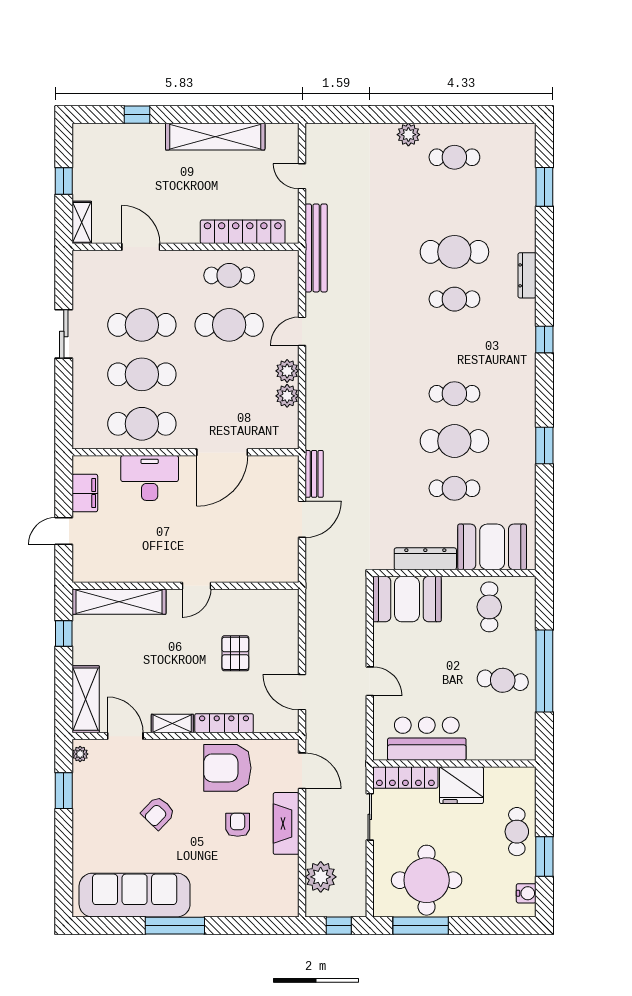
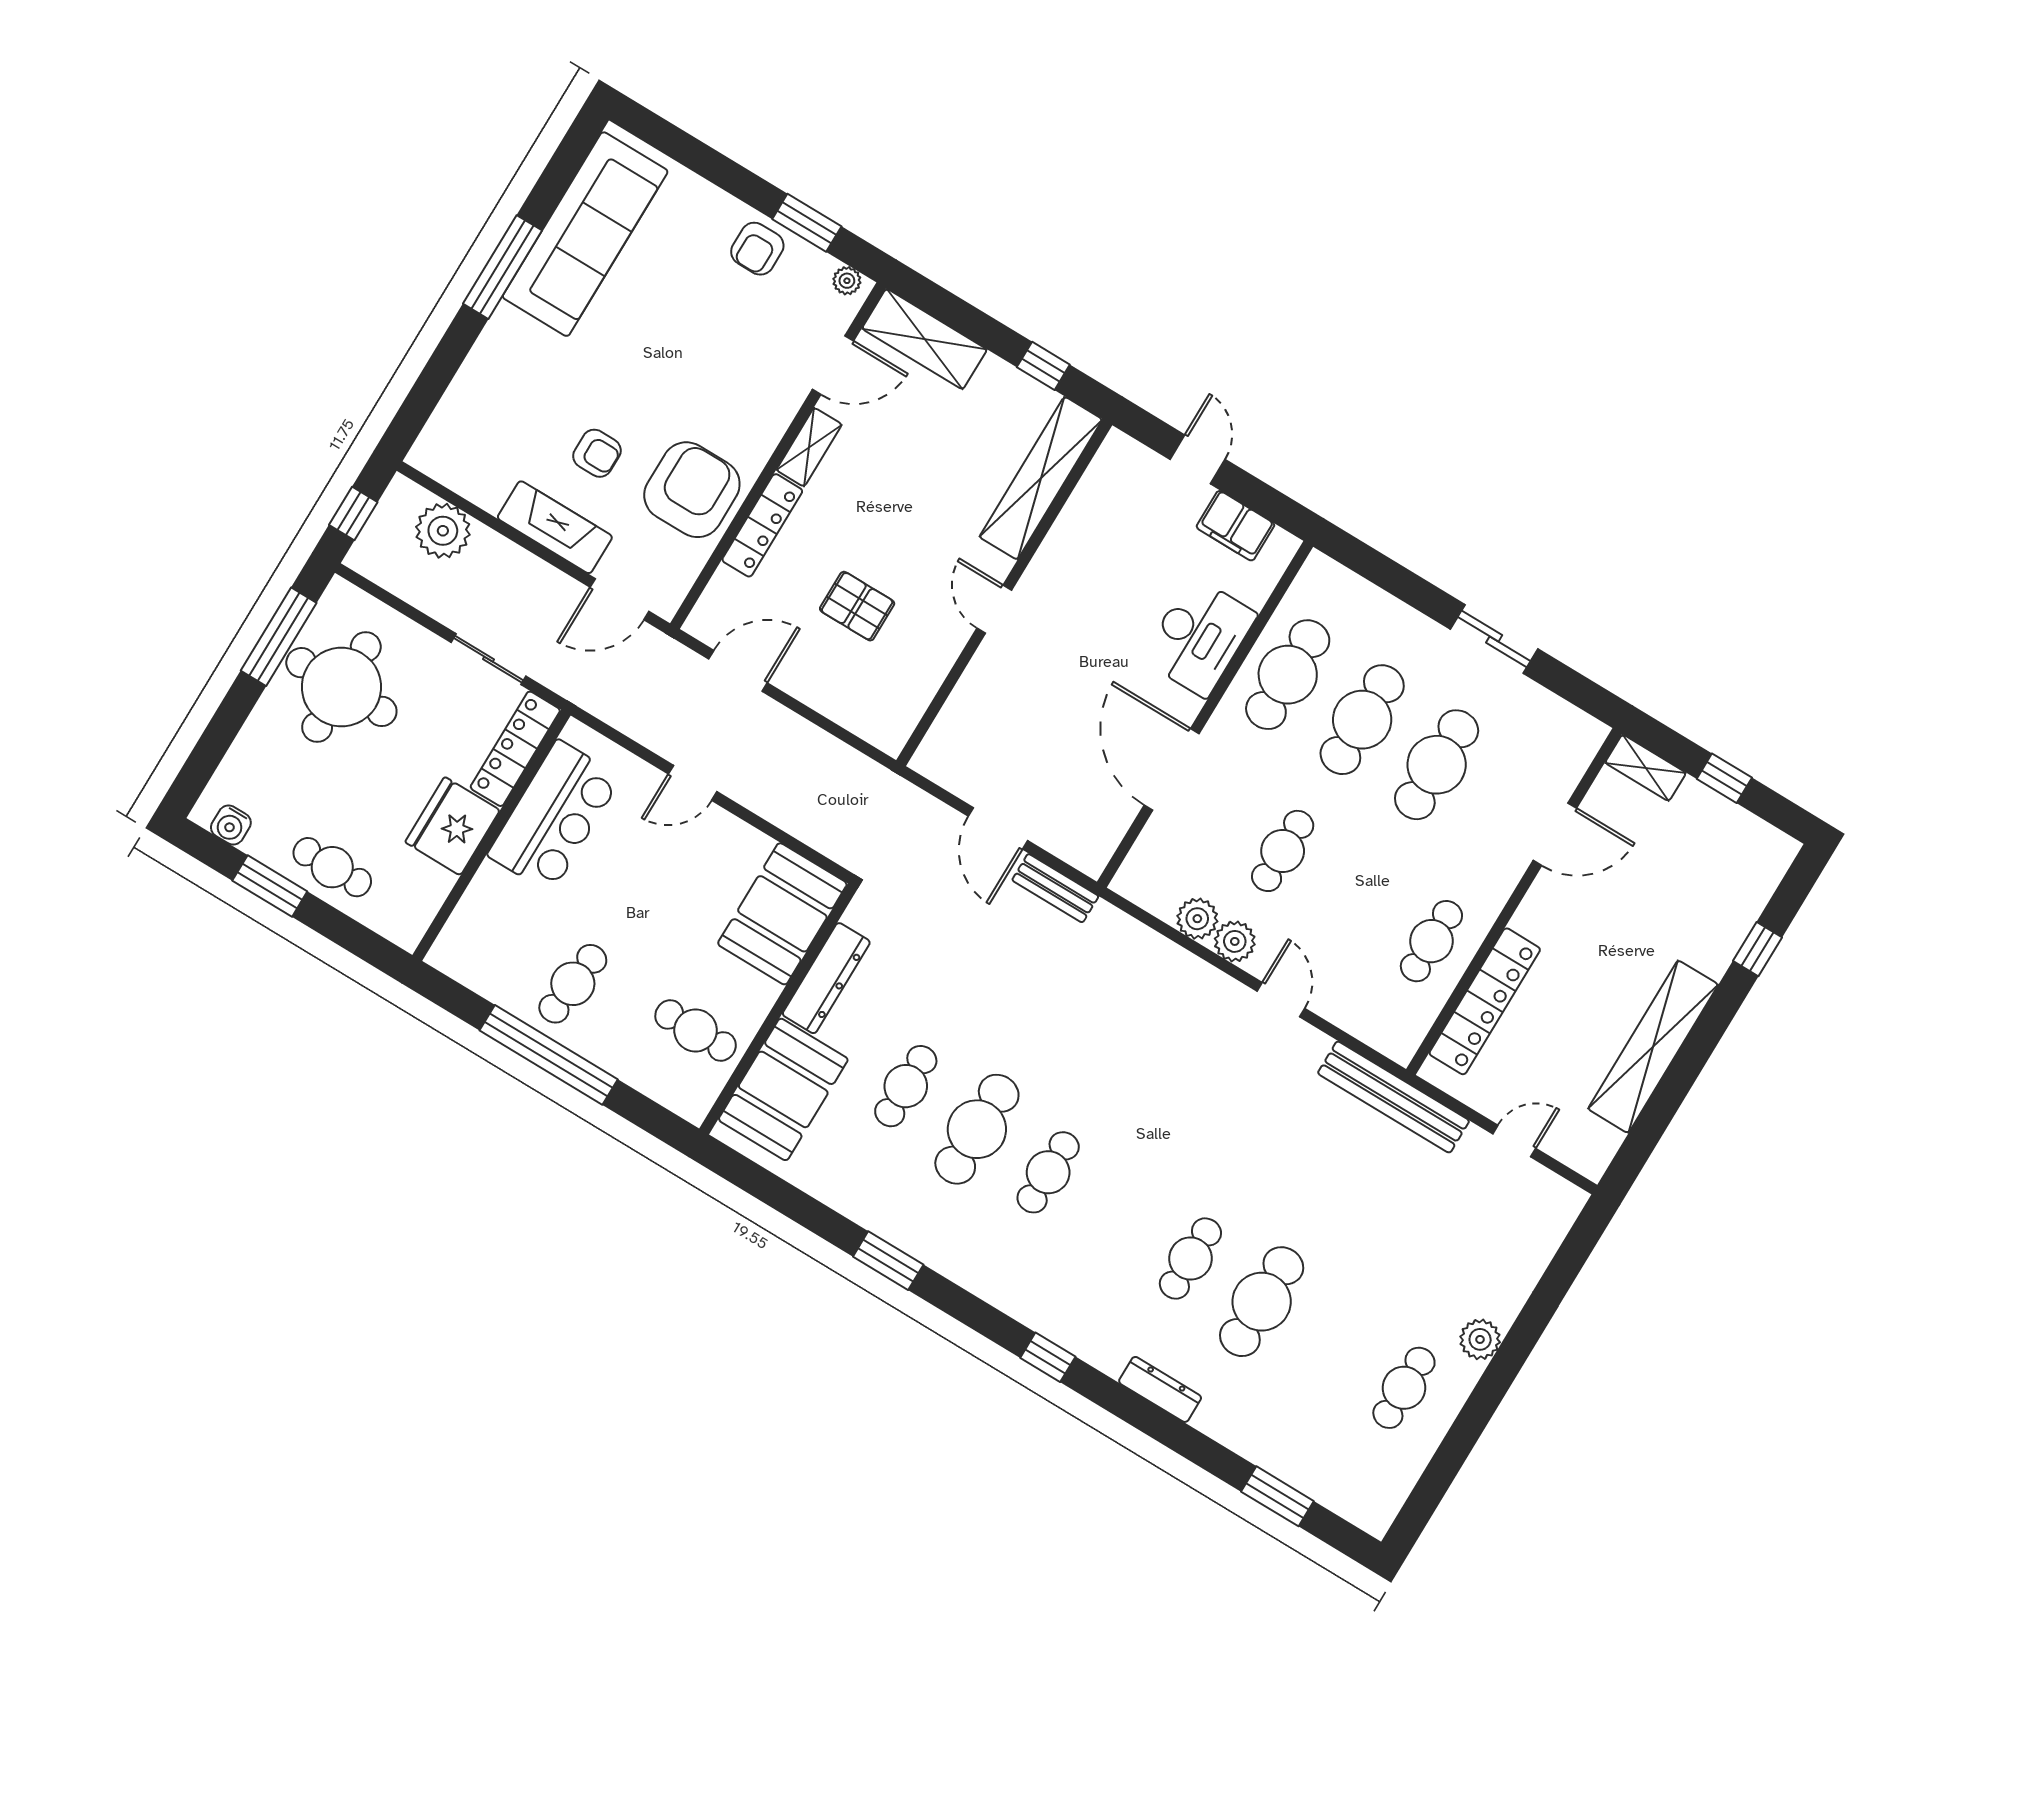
cafe table: (229, 325) -> (1283, 851), moved, width x0.73, depth x0.74
armchair: (158, 813) -> (757, 249), moved, turned -134

